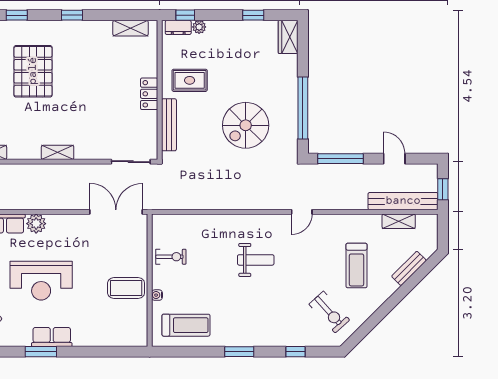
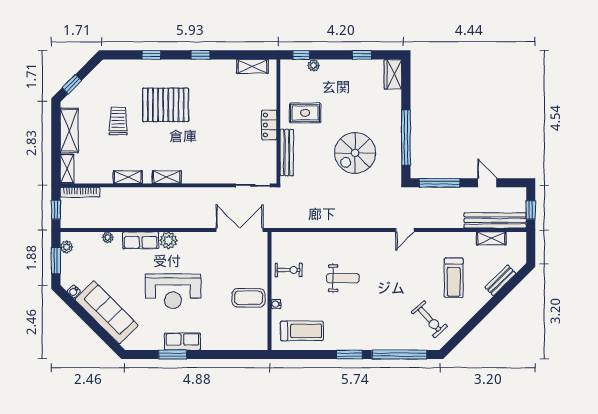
dresser: (178, 27) -> (295, 66), removed
pallet: (33, 71) -> (166, 105), turned 90
shelving: (58, 152) -> (167, 177), moved
weight bench: (256, 260) -> (343, 278), moved
window: (295, 352) -> (399, 354), width x3.17

